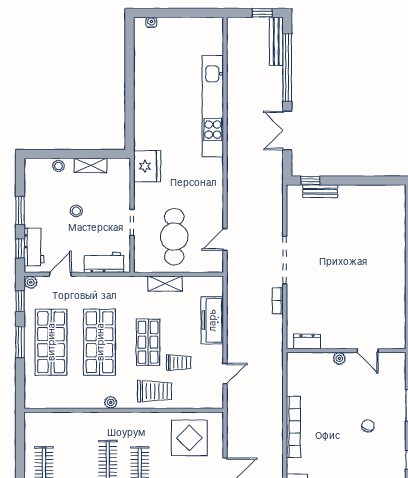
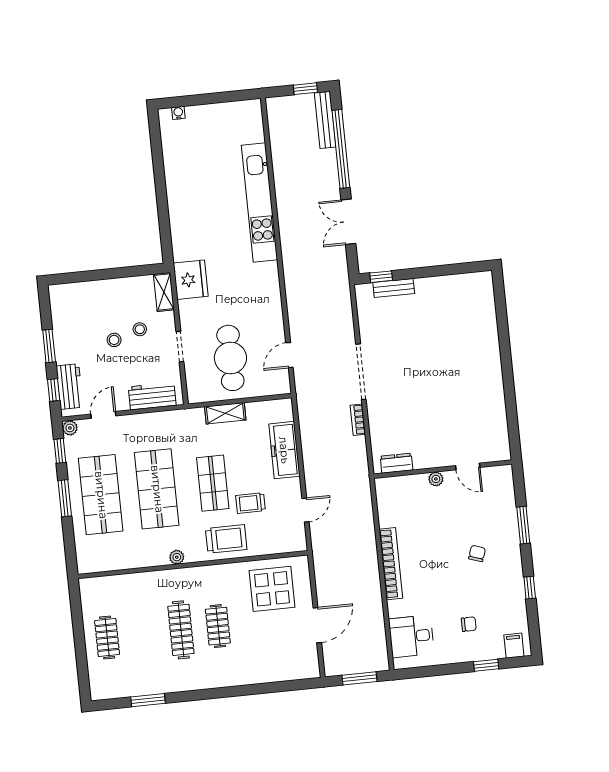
shelving: (91, 165) -> (164, 292), moved, turned 90
stool: (58, 166) -> (140, 329), moved
trolley: (179, 363) -> (251, 503), turned 180

